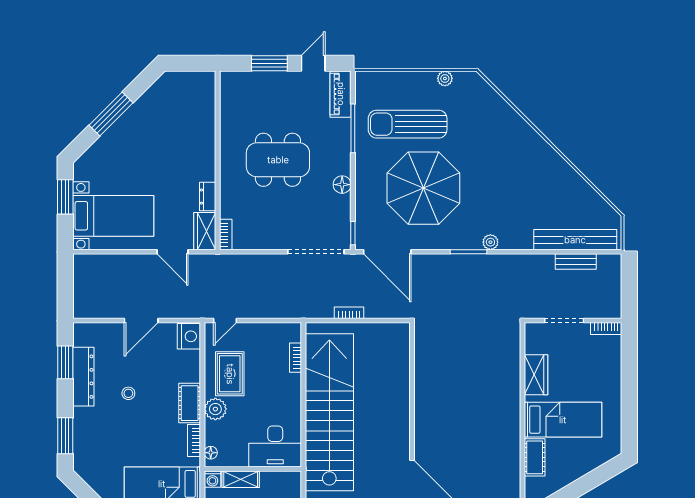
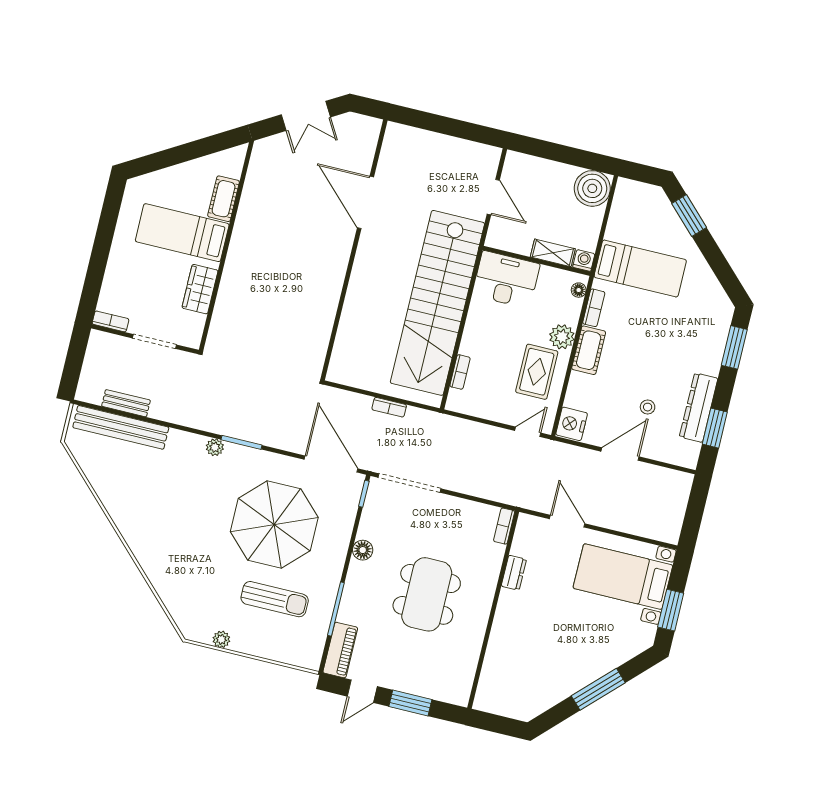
sun lounger: (408, 124) -> (275, 599), width x0.73, depth x0.75
dining table: (278, 160) -> (427, 594), turned 90
wardrobe: (205, 231) -> (526, 535), removed
stool: (128, 393) -> (648, 407), moved

